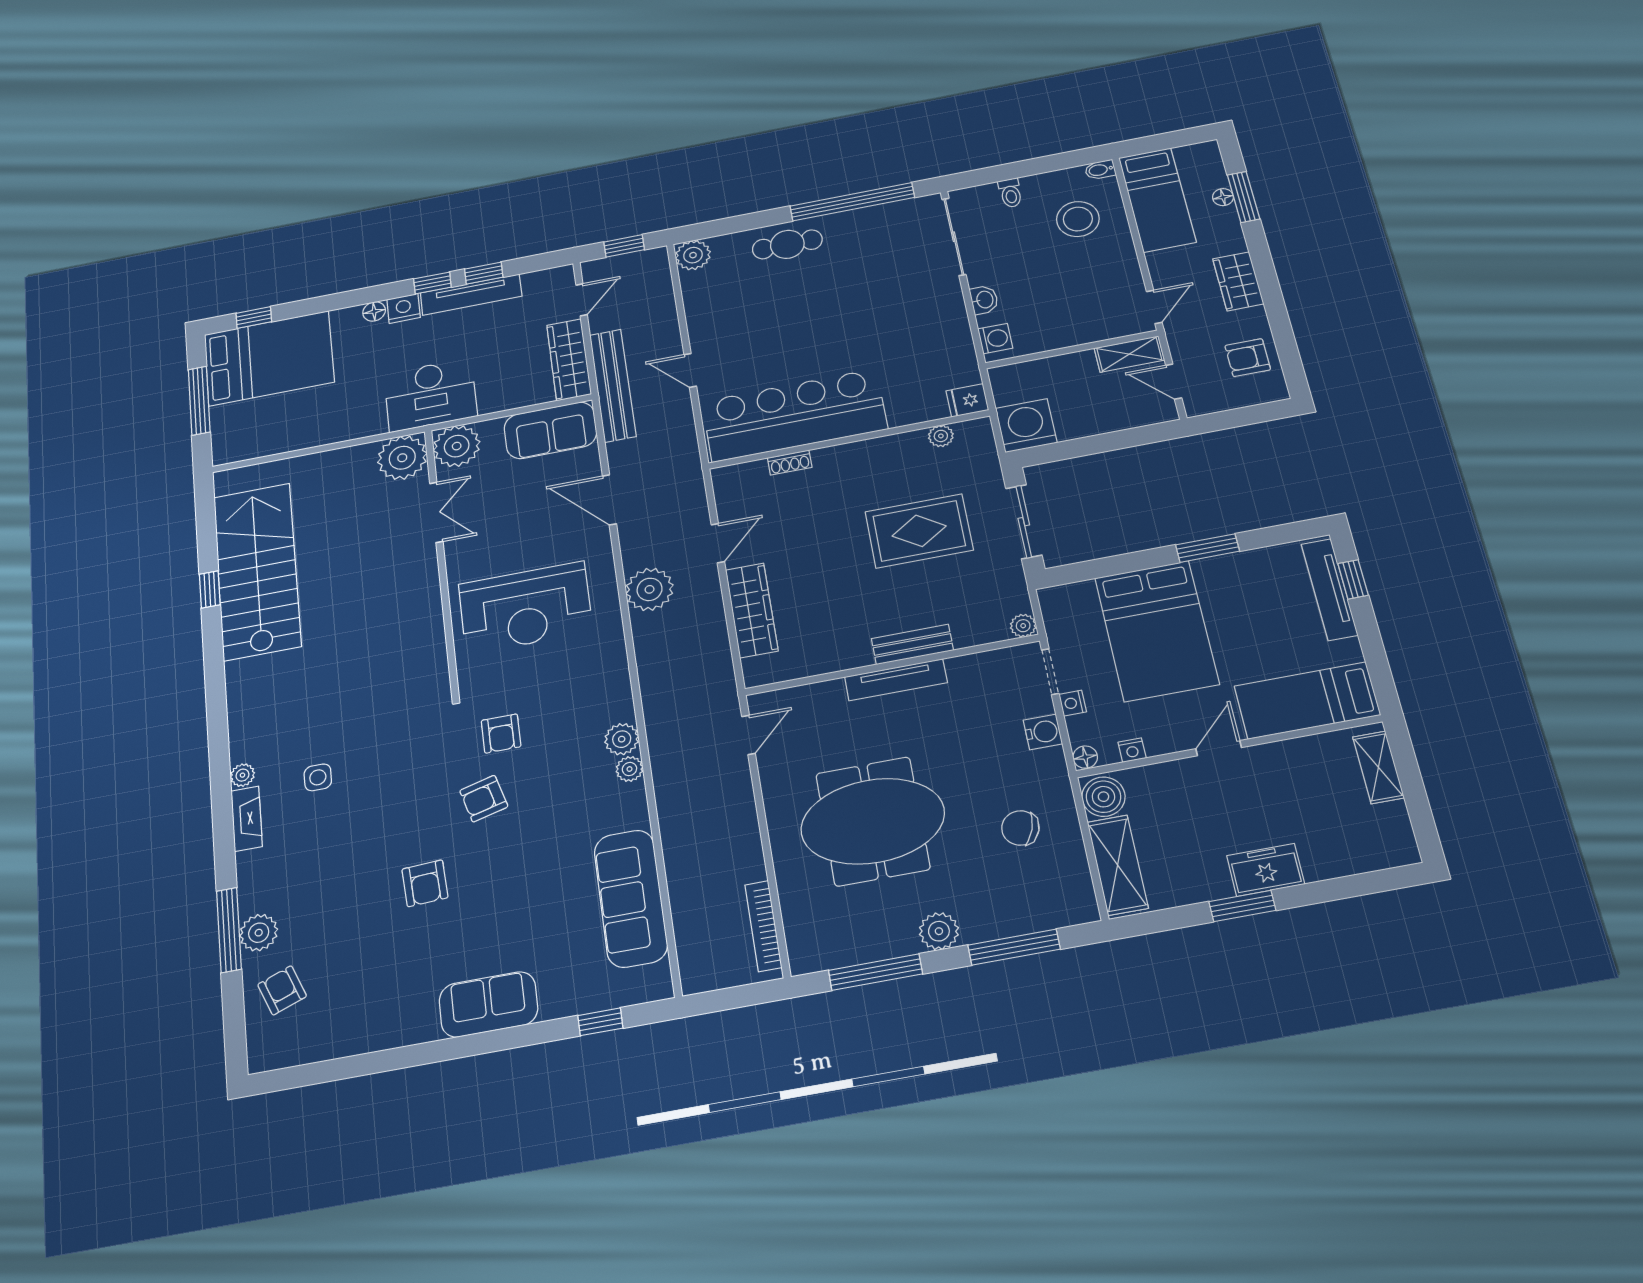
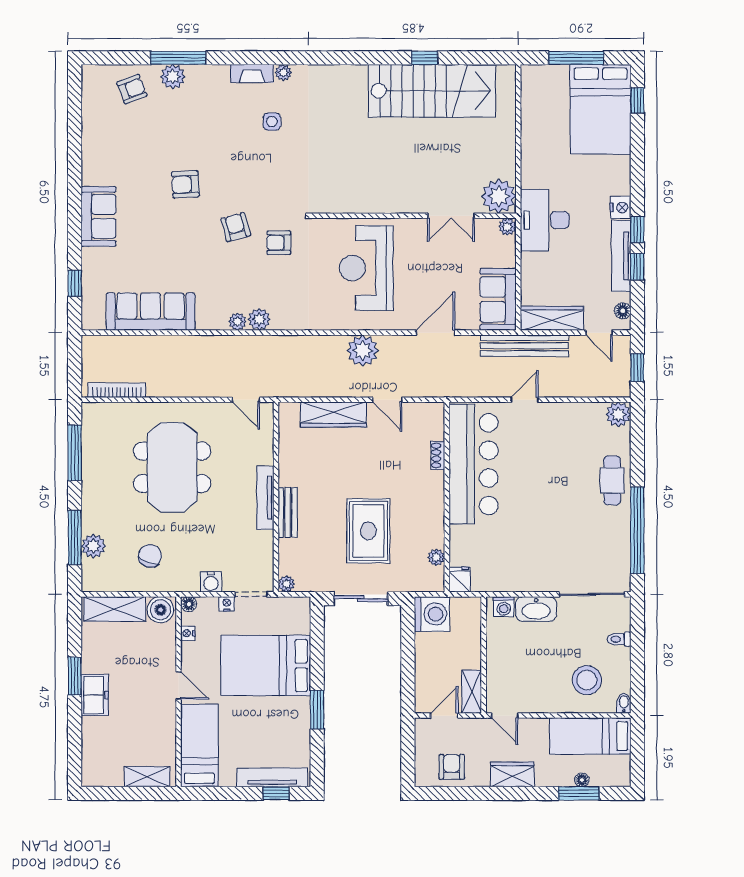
washbasin: (984, 300) -> (536, 609), width x1.91, depth x1.45
floor lamp: (374, 311) -> (623, 311), moved
plant: (457, 446) -> (507, 227), width x0.53, depth x0.53
plant: (939, 931) -> (93, 546), moved

